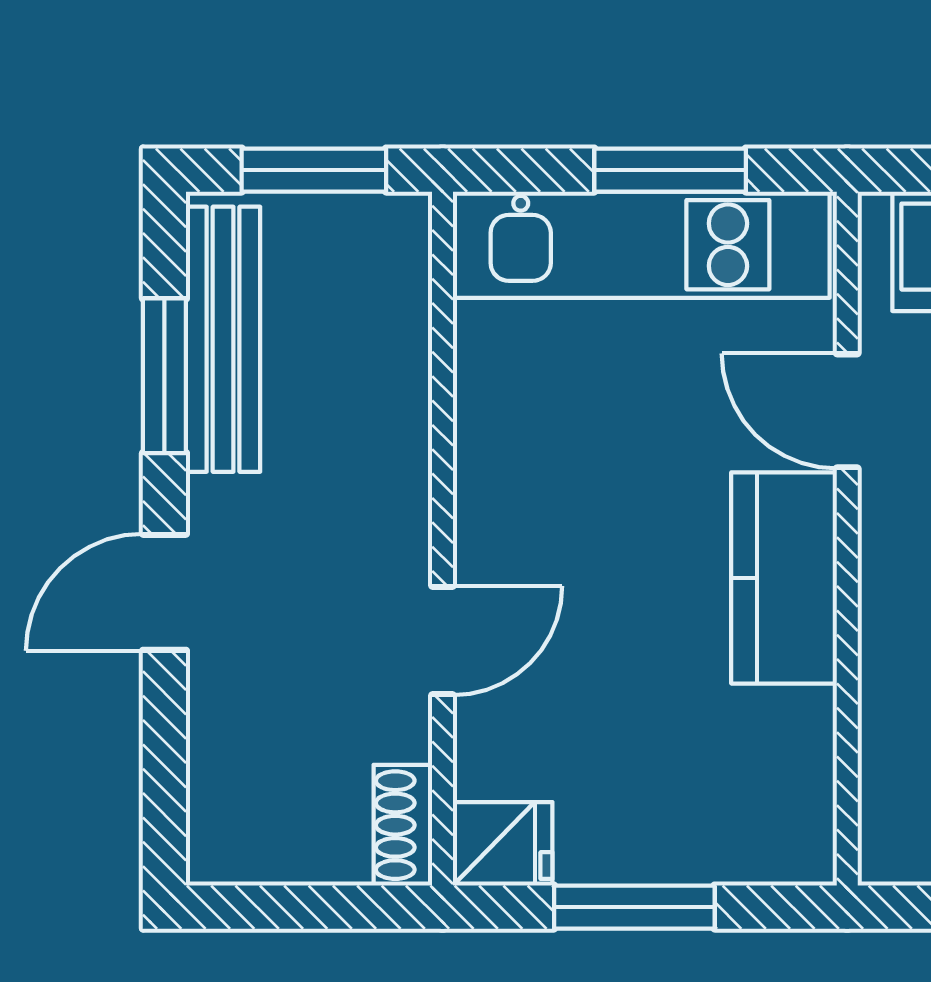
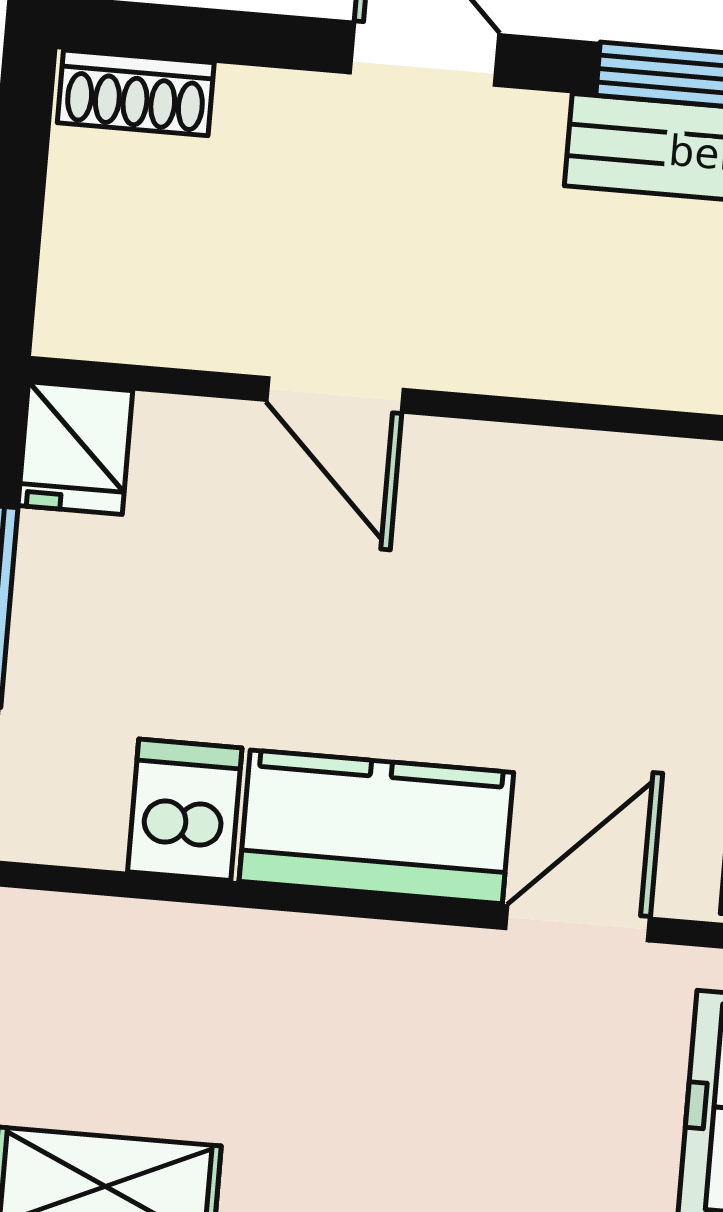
dishwasher: (784, 732) -> (185, 810), added
shoe rack: (403, 825) -> (136, 93), moved, turned 180

